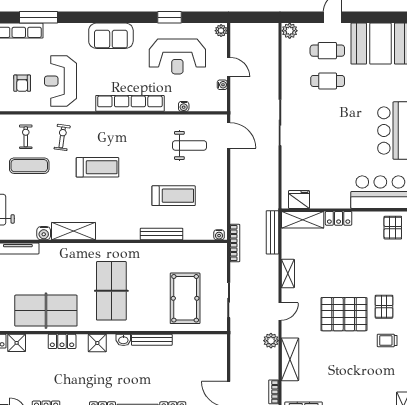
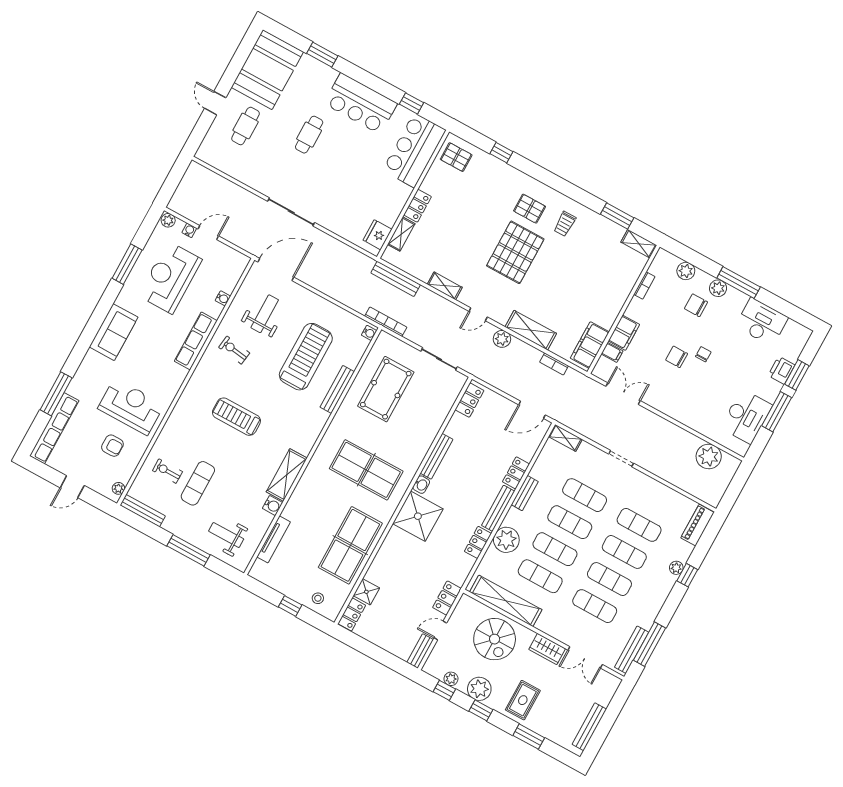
window: (170, 17) -> (127, 264), width x1.44
plant: (290, 31) -> (205, 153), removed
reception desk: (177, 57) -> (170, 278), turned 180
reception desk: (60, 81) -> (131, 406), turned 180
cafe table: (328, 81) -> (309, 135), moved
water cooler: (222, 85) -> (189, 230), moved
row of seats: (130, 103) -> (196, 341), width x0.73
door: (229, 135) -> (276, 270), width x1.36
exercise bike: (62, 137) -> (234, 350), moved
treadmill: (97, 167) -> (236, 417), turned -90
treadmill: (174, 196) -> (306, 357), width x1.37, depth x1.38
shelving: (303, 220) -> (401, 234), width x0.67, depth x0.75
pool table: (185, 298) -> (386, 389), moved, turned 90
door: (280, 312) -> (478, 314), swing flipped
locker: (62, 341) -> (469, 400), moved
shower: (97, 343) -> (418, 516), width x1.86, depth x1.86

